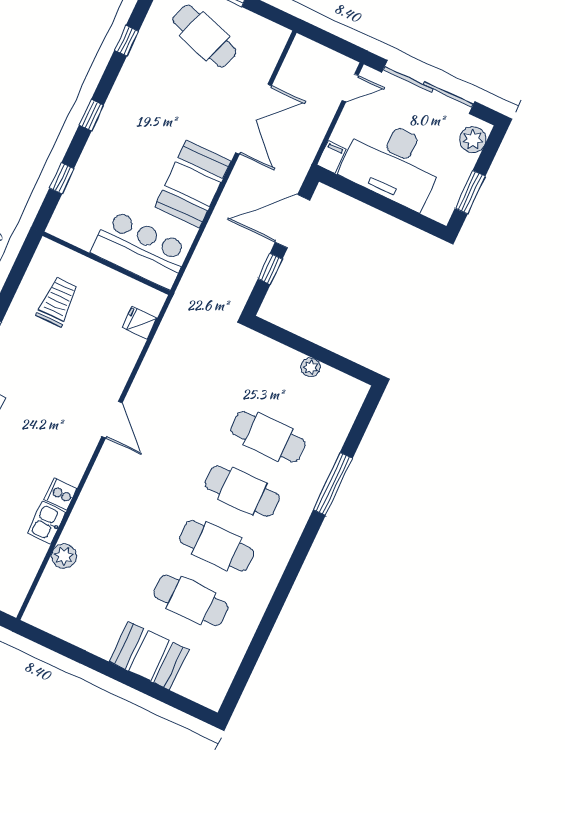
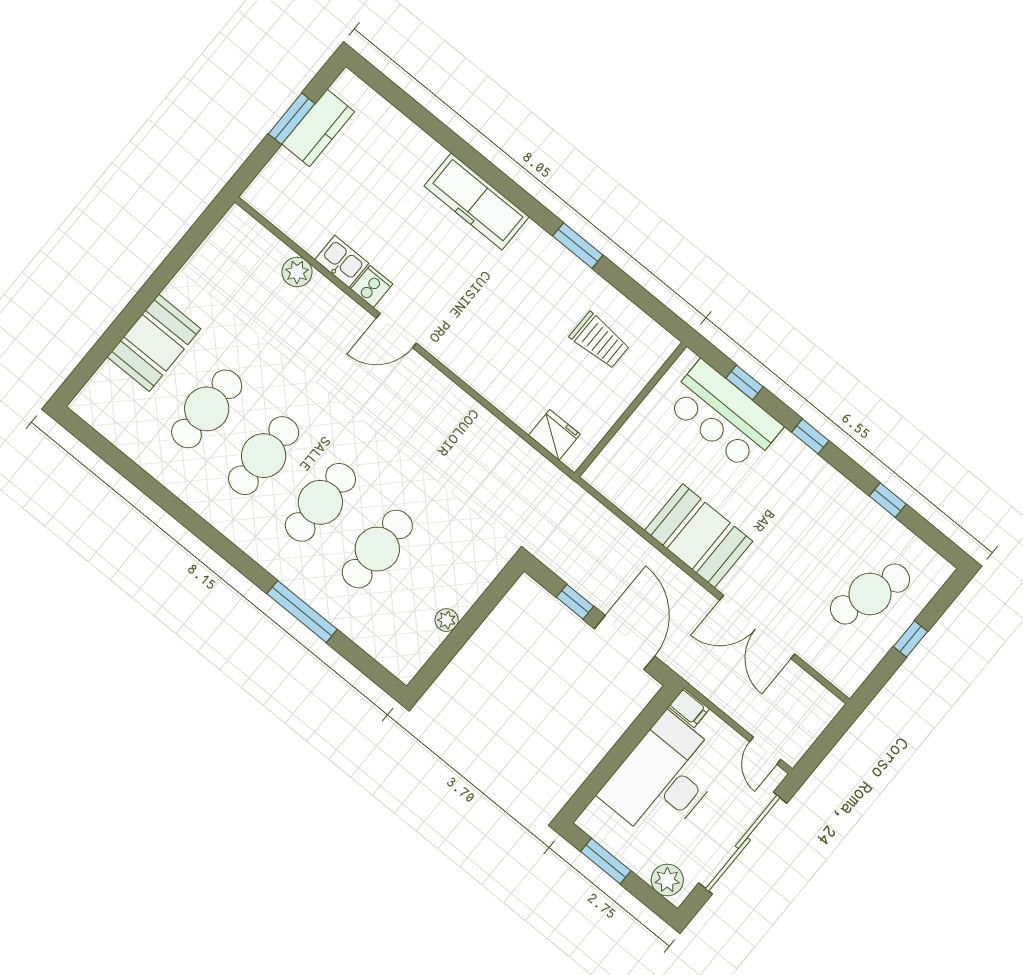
bar counter: (140, 250) -> (724, 415), moved, turned 90
fridge: (140, 323) -> (554, 435), width x1.38
door: (112, 420) -> (396, 331), moved

